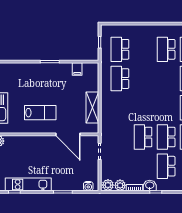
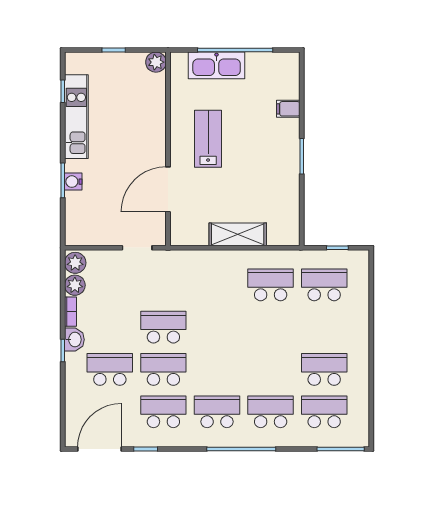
filing cabinet: (77, 69) -> (288, 109), moved
shelving: (92, 108) -> (238, 234), moved
lab bench: (40, 113) -> (208, 139), turned 180
water cooler: (88, 186) -> (73, 182), moved

